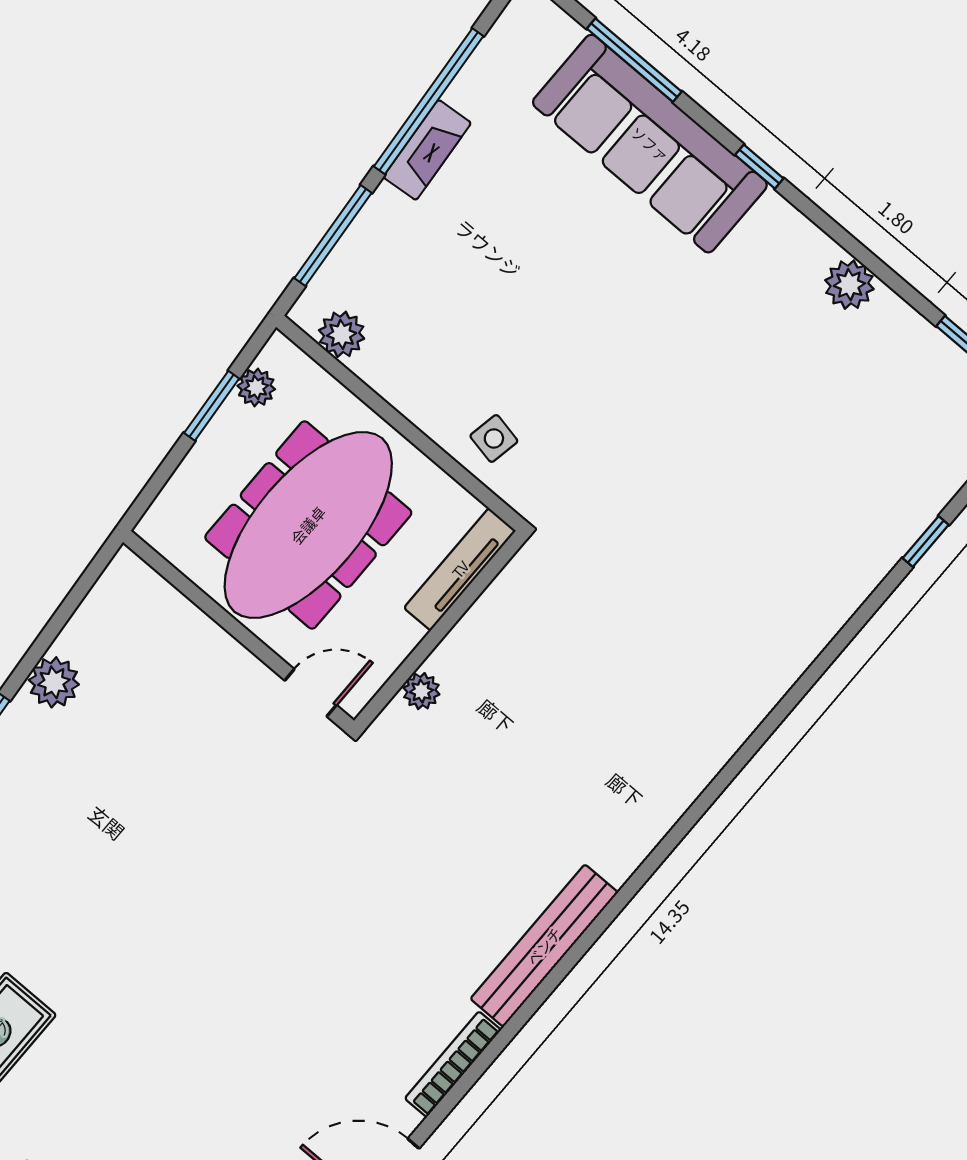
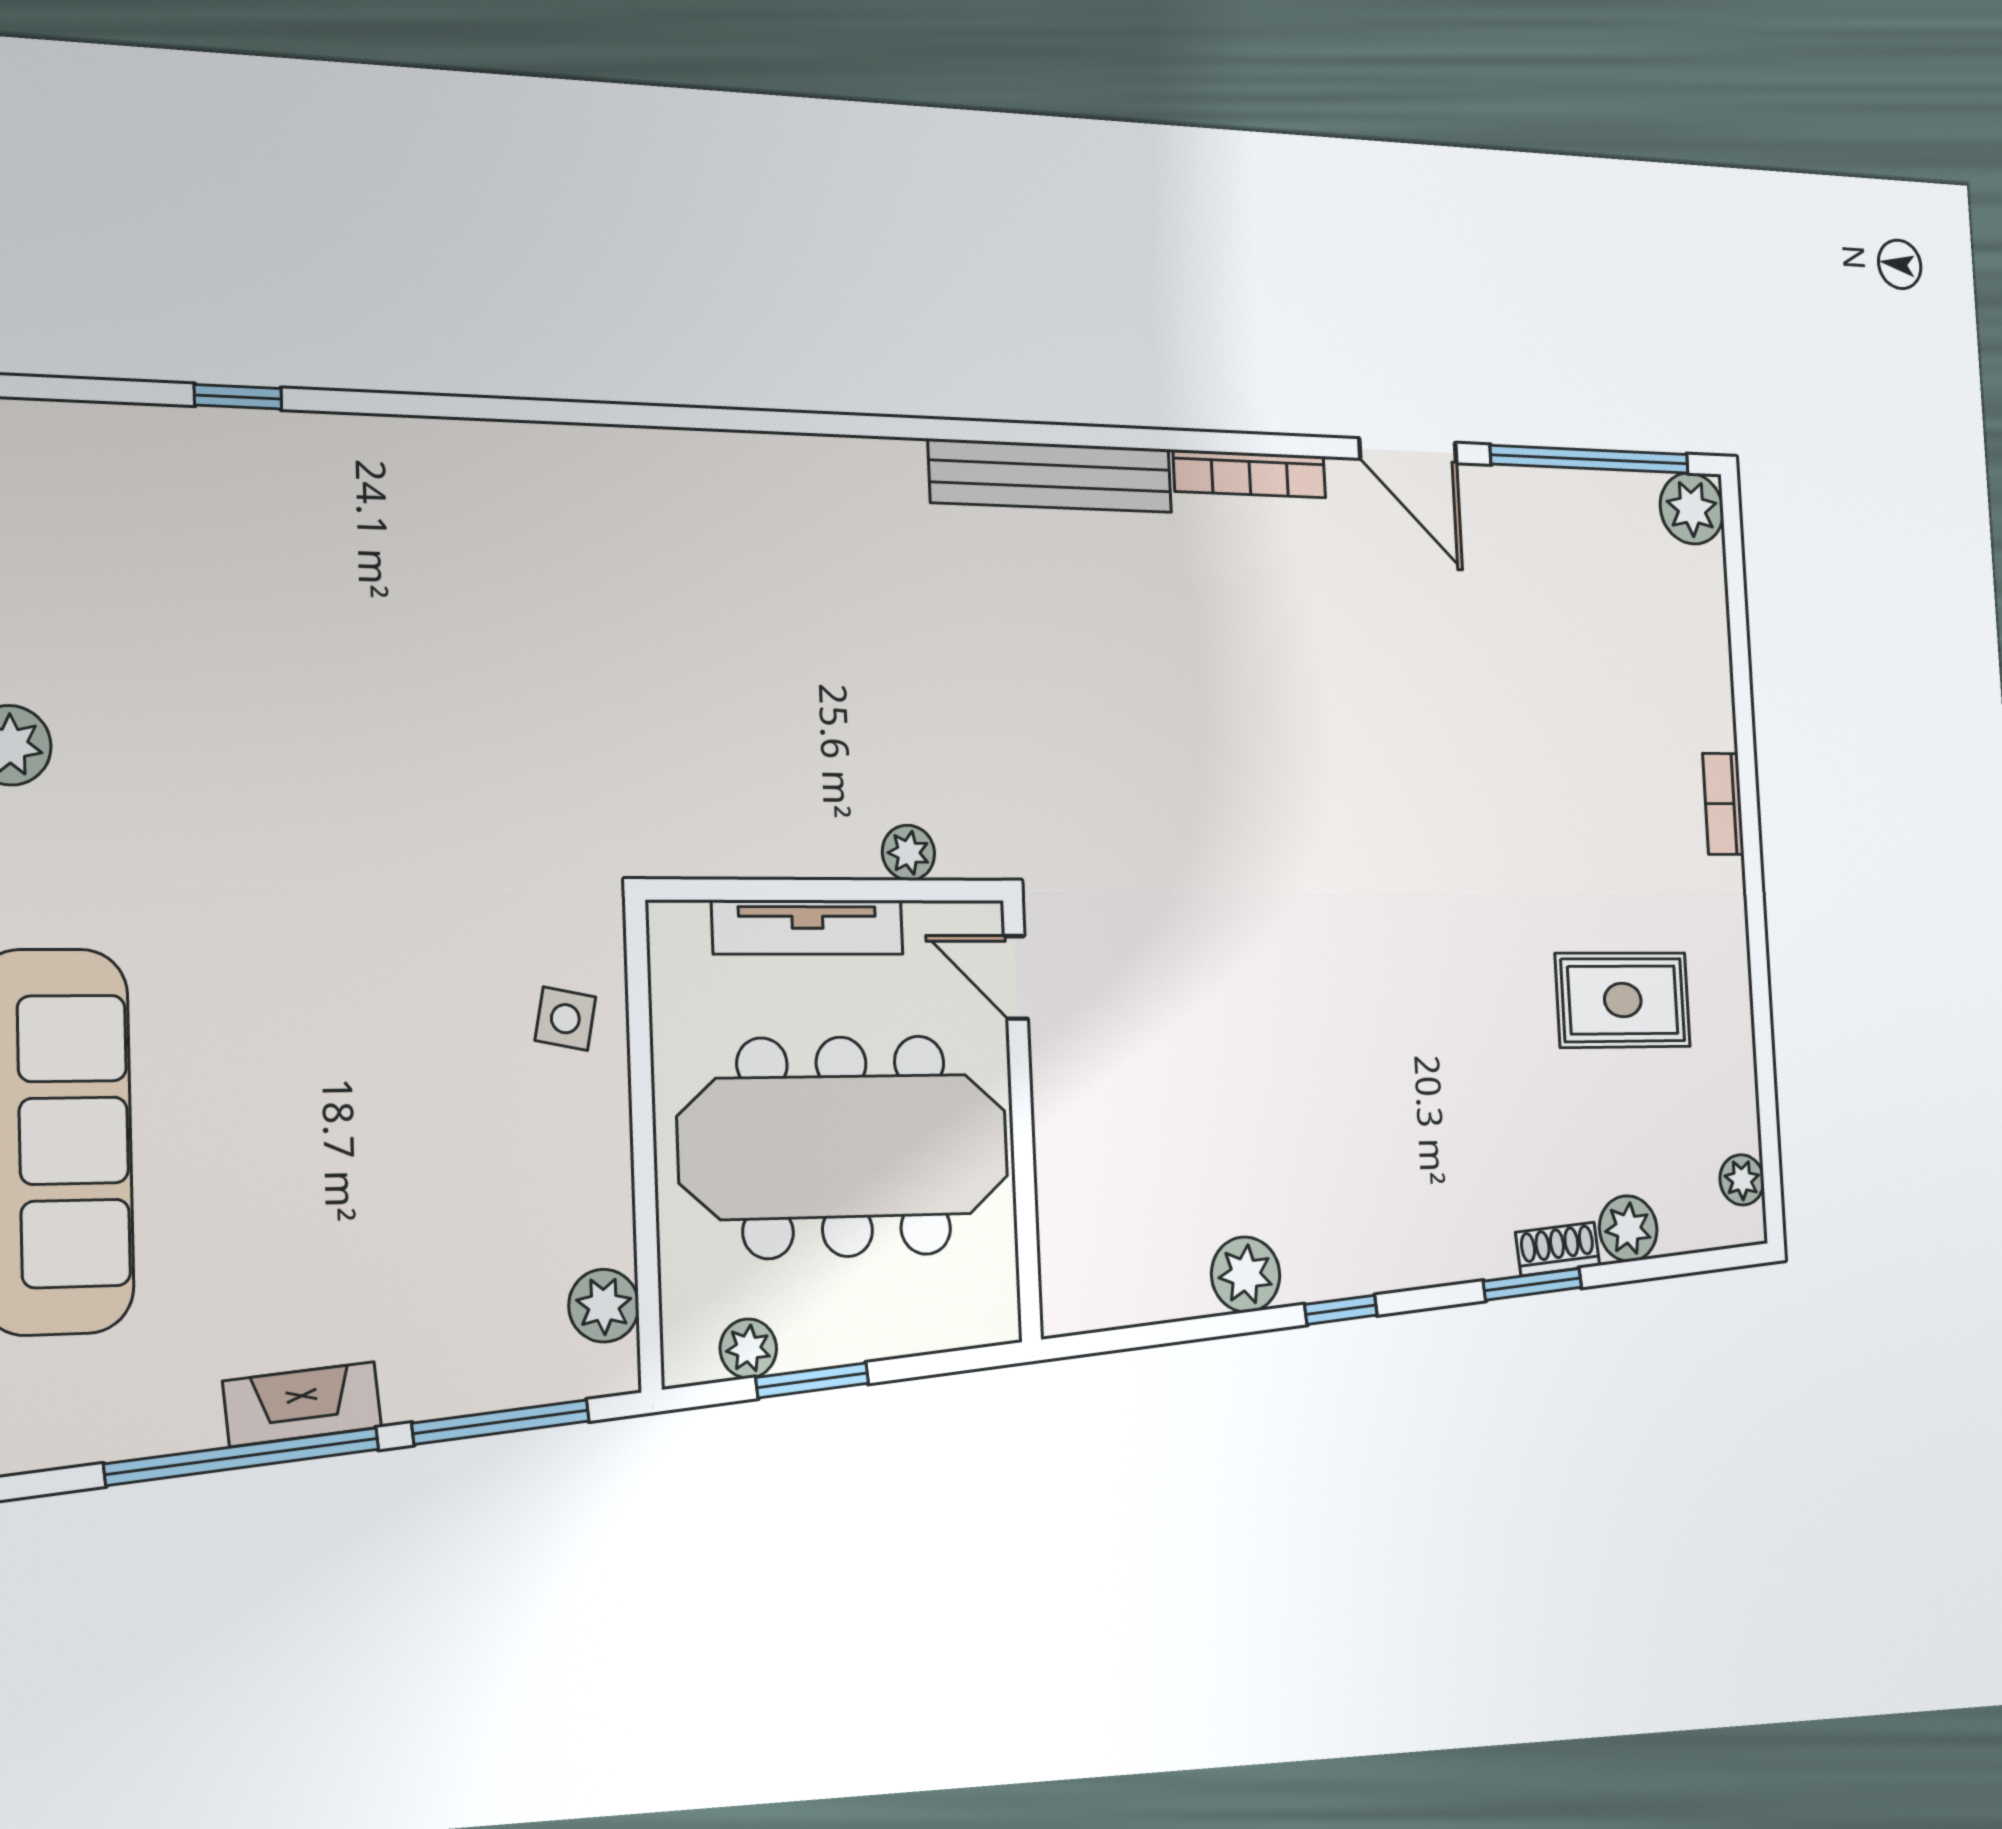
tv unit: (460, 569) -> (808, 927), moved

